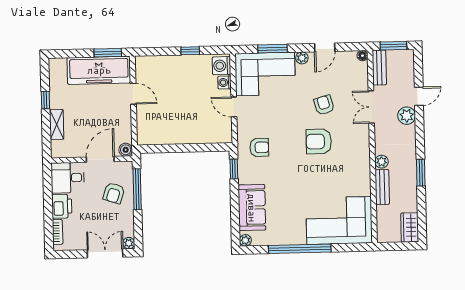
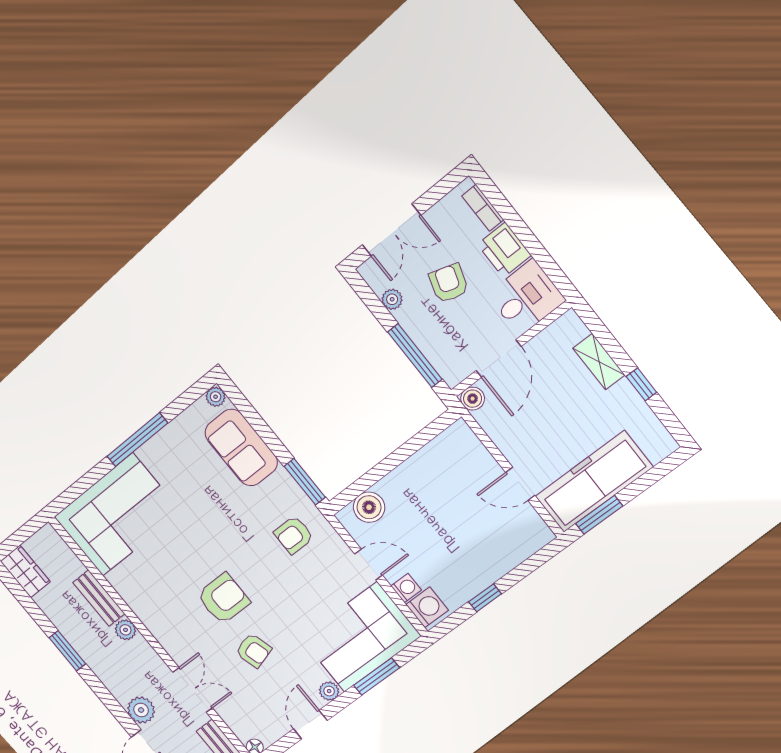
boiler: (212, 134) -> (369, 507), added
window: (234, 169) -> (305, 482), width x1.50
armchair: (114, 193) -> (449, 283), moved
plant: (129, 243) -> (392, 299), moved
window: (300, 249) -> (137, 440), width x0.68

